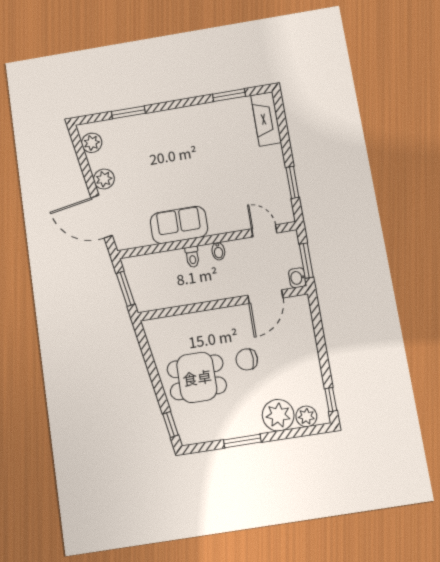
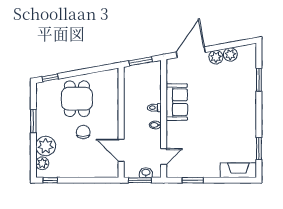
plant: (92, 143) -> (230, 54), moved
washbasin: (297, 278) -> (146, 173), moved

